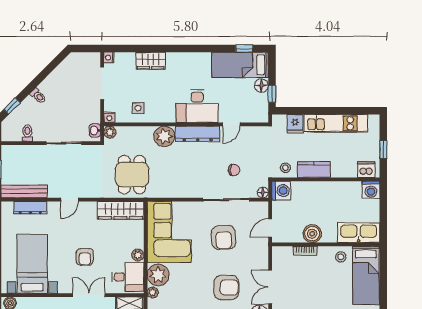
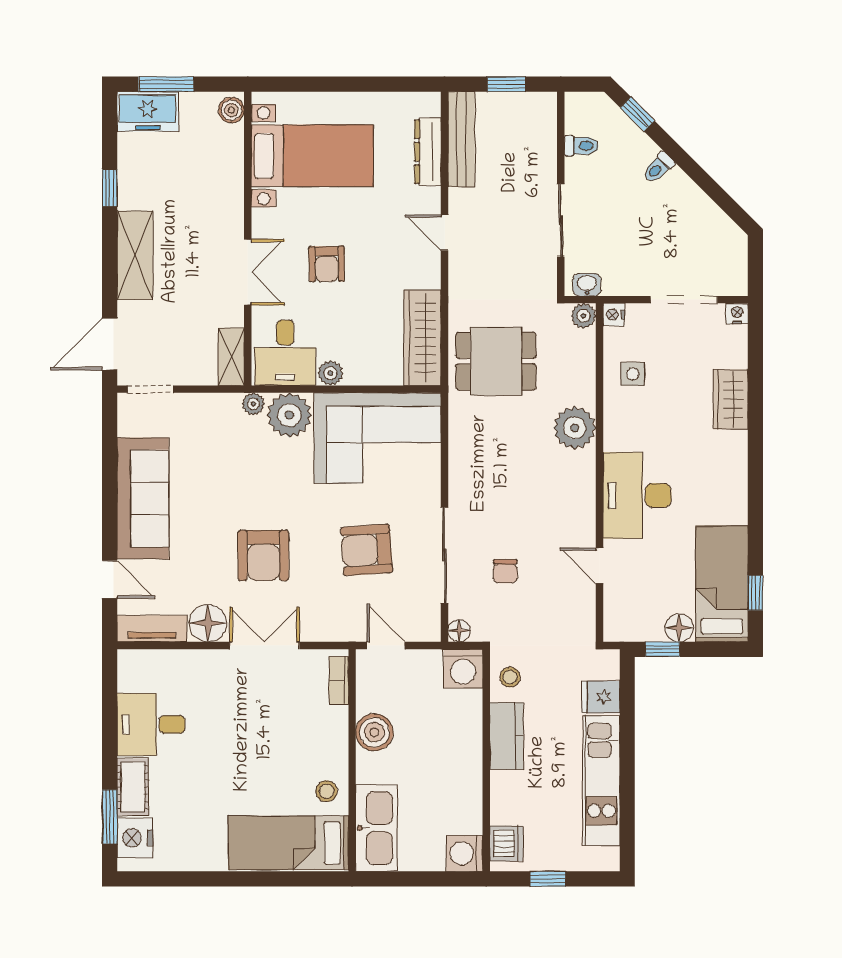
dresser: (198, 134) -> (580, 496), removed
bookcase: (305, 251) -> (339, 680), moved
armchair: (85, 257) -> (327, 264), turned -91

